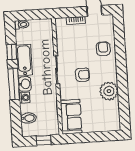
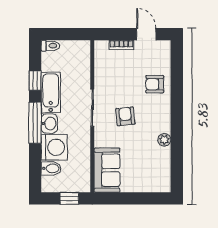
armchair: (103, 49) -> (155, 84), turned -90
armchair: (82, 75) -> (125, 116), turned -96
plant: (109, 91) -> (164, 140), width x0.53, depth x0.53
washing machine: (25, 98) -> (54, 147), width x1.89, depth x1.89

